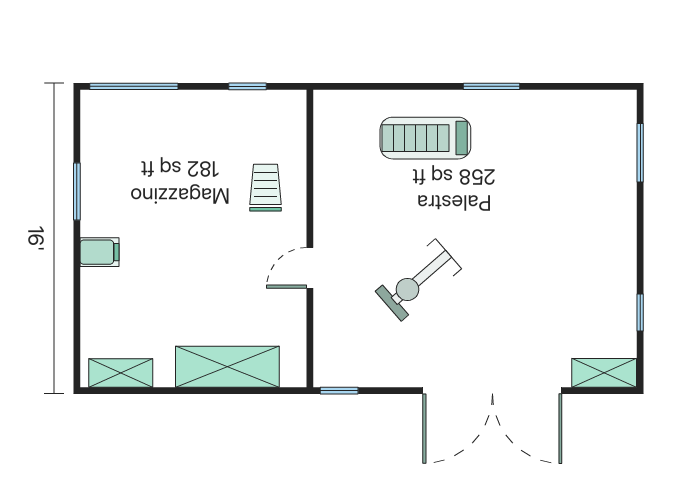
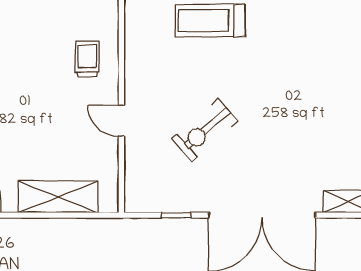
door: (310, 268) -> (121, 121), hinge flipped
window: (339, 391) -> (176, 215), moved

